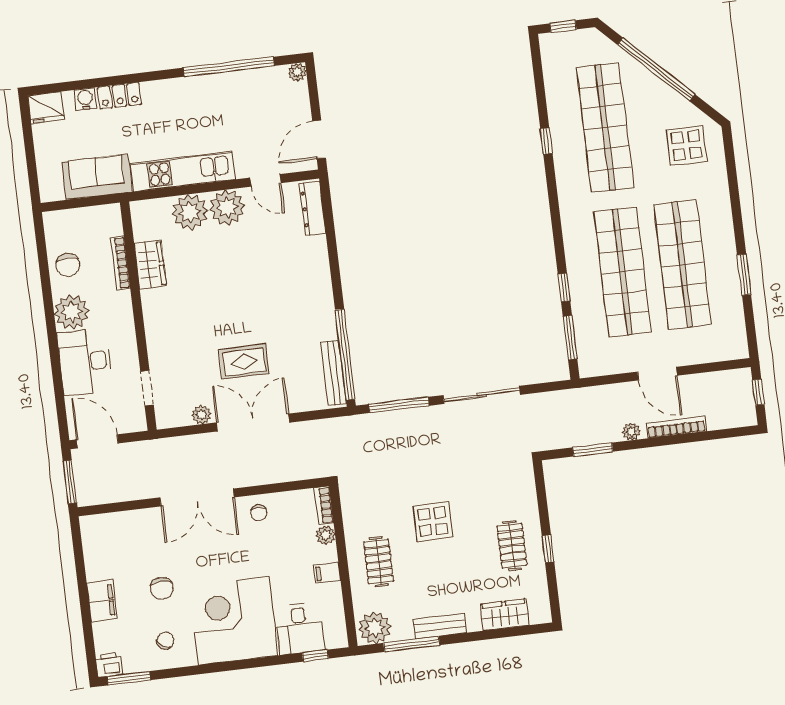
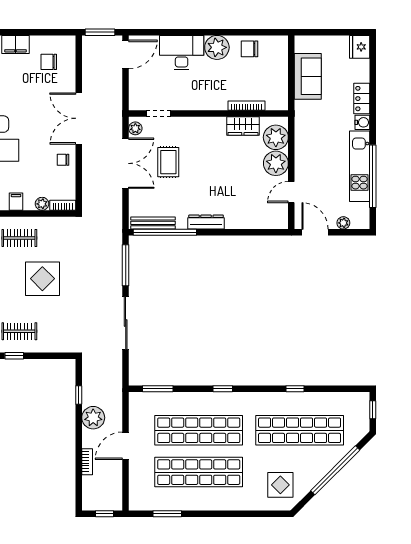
plant: (297, 72) -> (343, 223), moved
water cooler: (85, 99) -> (362, 122), moved
kitchen unit: (183, 171) -> (360, 166), moved, turned 180
dresser: (313, 208) -> (206, 222), moved
bookcase: (121, 263) -> (246, 106), moved
wardrobe: (150, 265) -> (243, 126), moved
window: (744, 275) -> (167, 514), moved
window: (564, 287) -> (223, 389), moved
wall: (138, 316) -> (208, 113), moved
doorway: (147, 388) -> (158, 113), moved
bookcase: (676, 427) -> (87, 462), width x0.64
plant: (631, 432) -> (93, 418), width x1.87, depth x1.87
window: (593, 450) -> (79, 395), width x0.67
display table: (433, 522) -> (42, 279), width x1.36, depth x1.36
chair: (162, 588) -> (49, 62), moved

